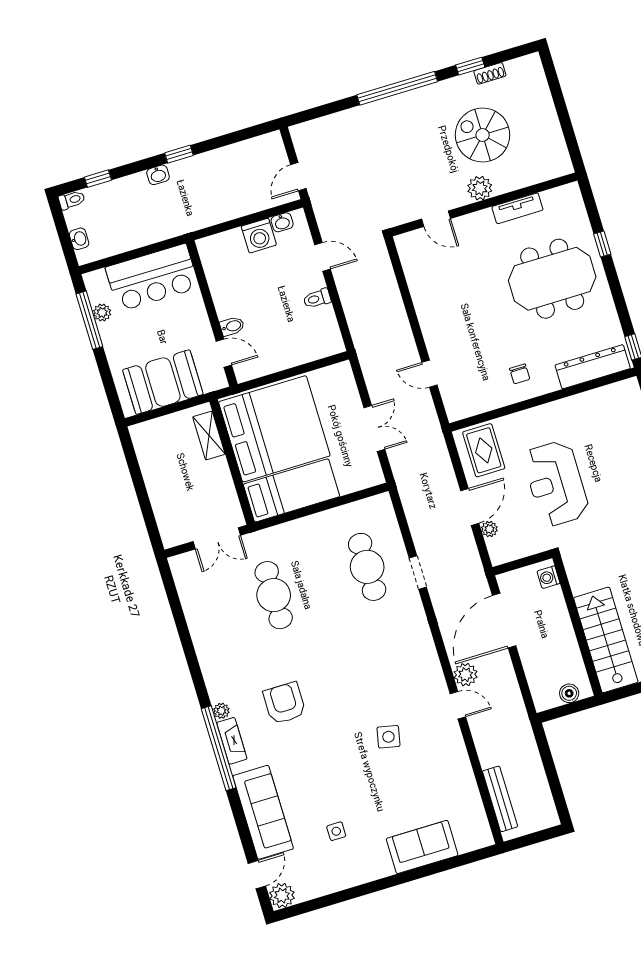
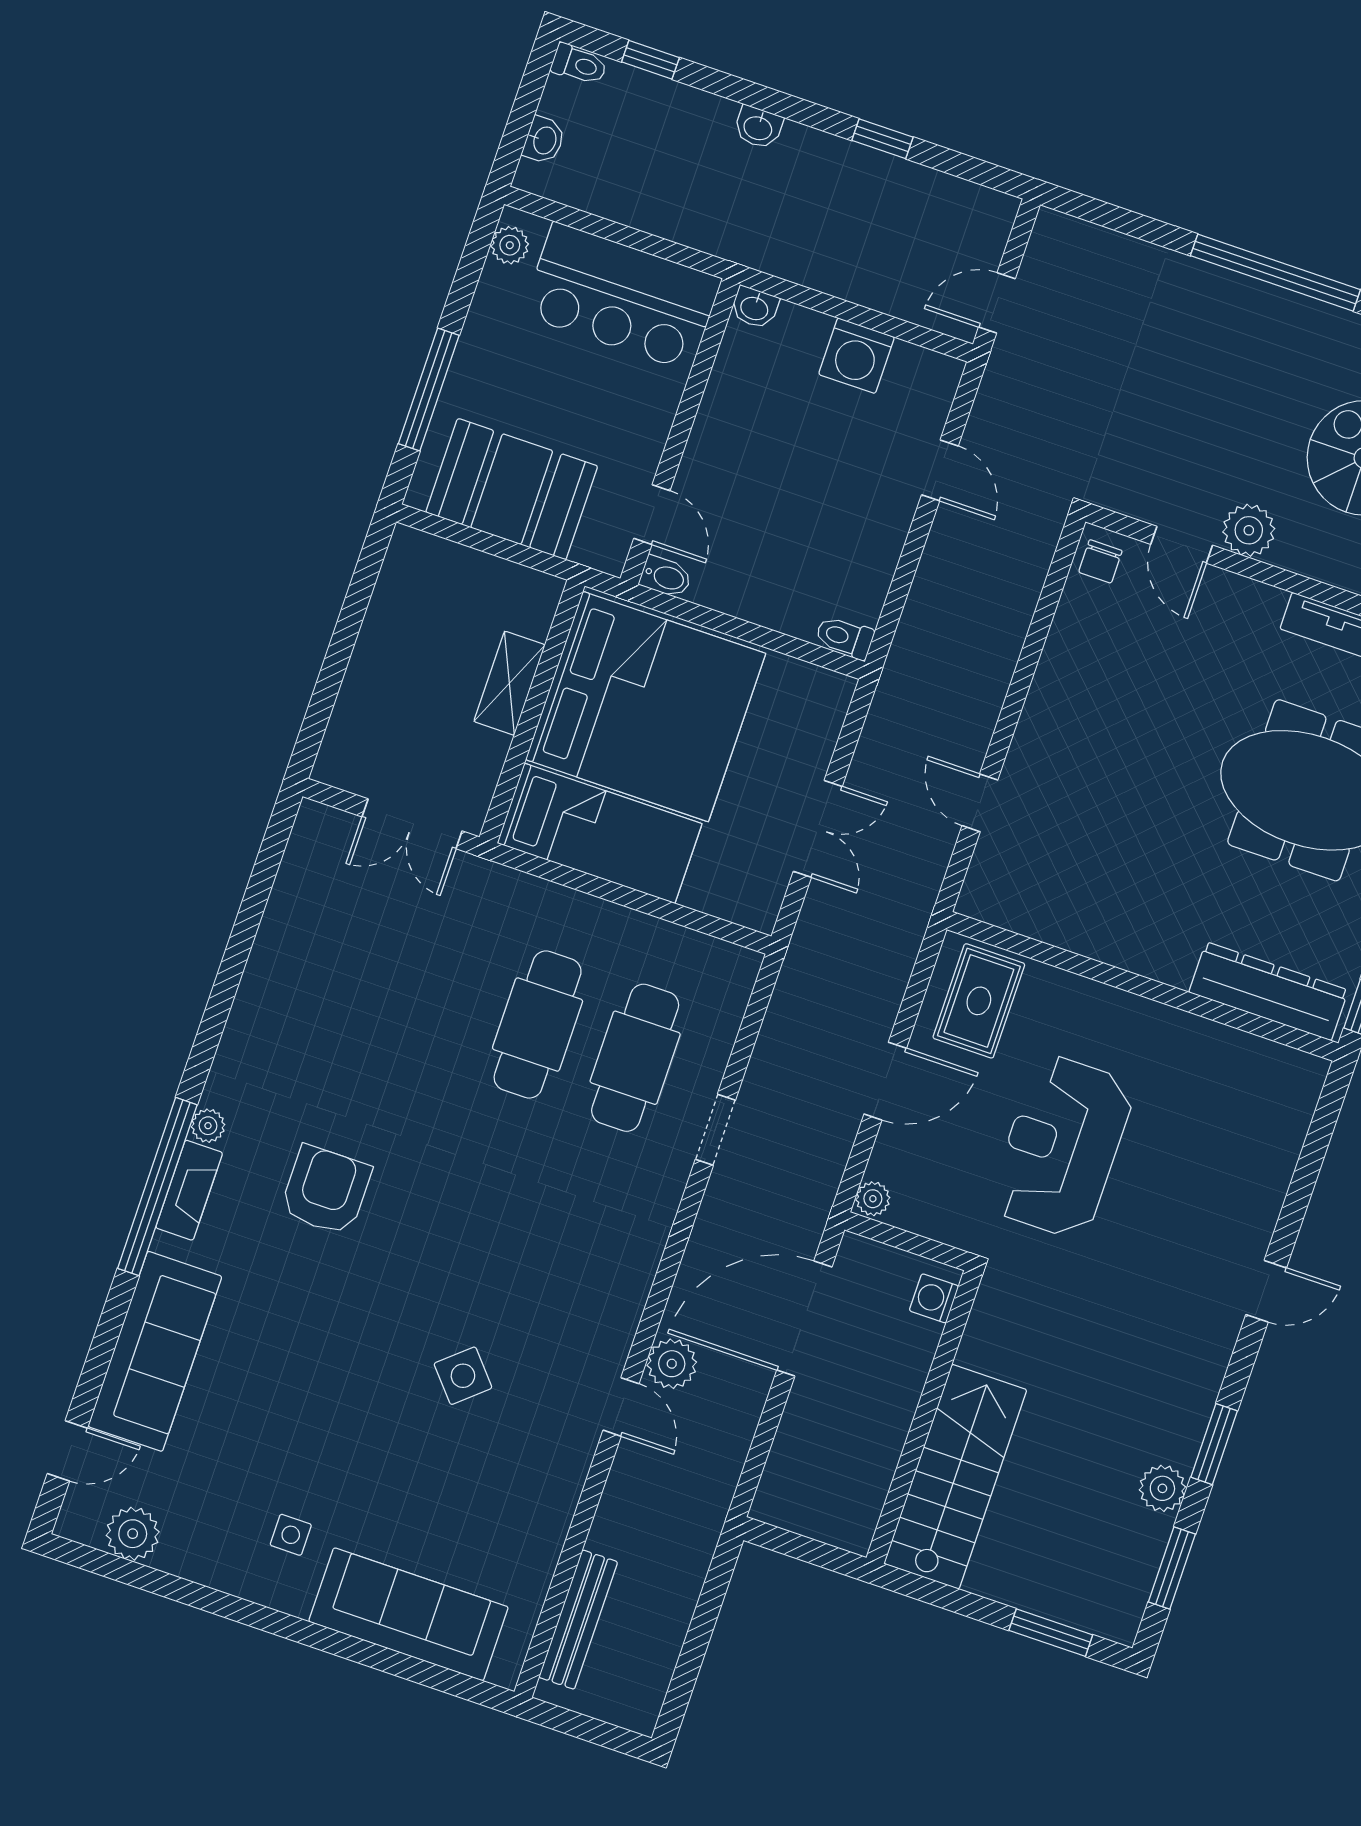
window: (179, 154) -> (882, 139), moved
plant: (480, 188) -> (1249, 530), moved
washbasin: (282, 222) -> (755, 308), moved
toilet: (317, 298) -> (845, 637), moved
plant: (102, 313) -> (510, 245), moved
window: (89, 320) -> (429, 390), moved
bidet: (232, 326) -> (666, 577), moved
chair: (520, 374) -> (1100, 561), moved
shelving: (209, 435) -> (509, 683), moved
plant: (489, 529) -> (873, 1199), moved
cafe table: (274, 595) -> (538, 1025), moved
boiler: (569, 693) -> (827, 1523), removed
side table: (388, 737) -> (463, 1376), turned 37
side table: (336, 831) -> (291, 1535), moved
sofa: (422, 847) -> (408, 1614), width x1.36
plant: (282, 895) -> (133, 1534), moved

